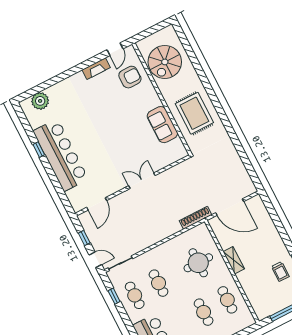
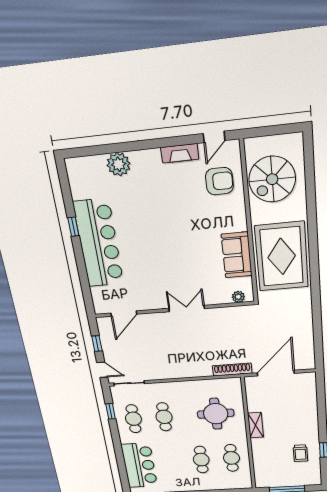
plant: (40, 101) -> (119, 164), moved
rug: (194, 113) -> (282, 257), width x1.37, depth x1.44
plant: (176, 156) -> (238, 297), added
door: (230, 207) -> (276, 373), swing flipped

